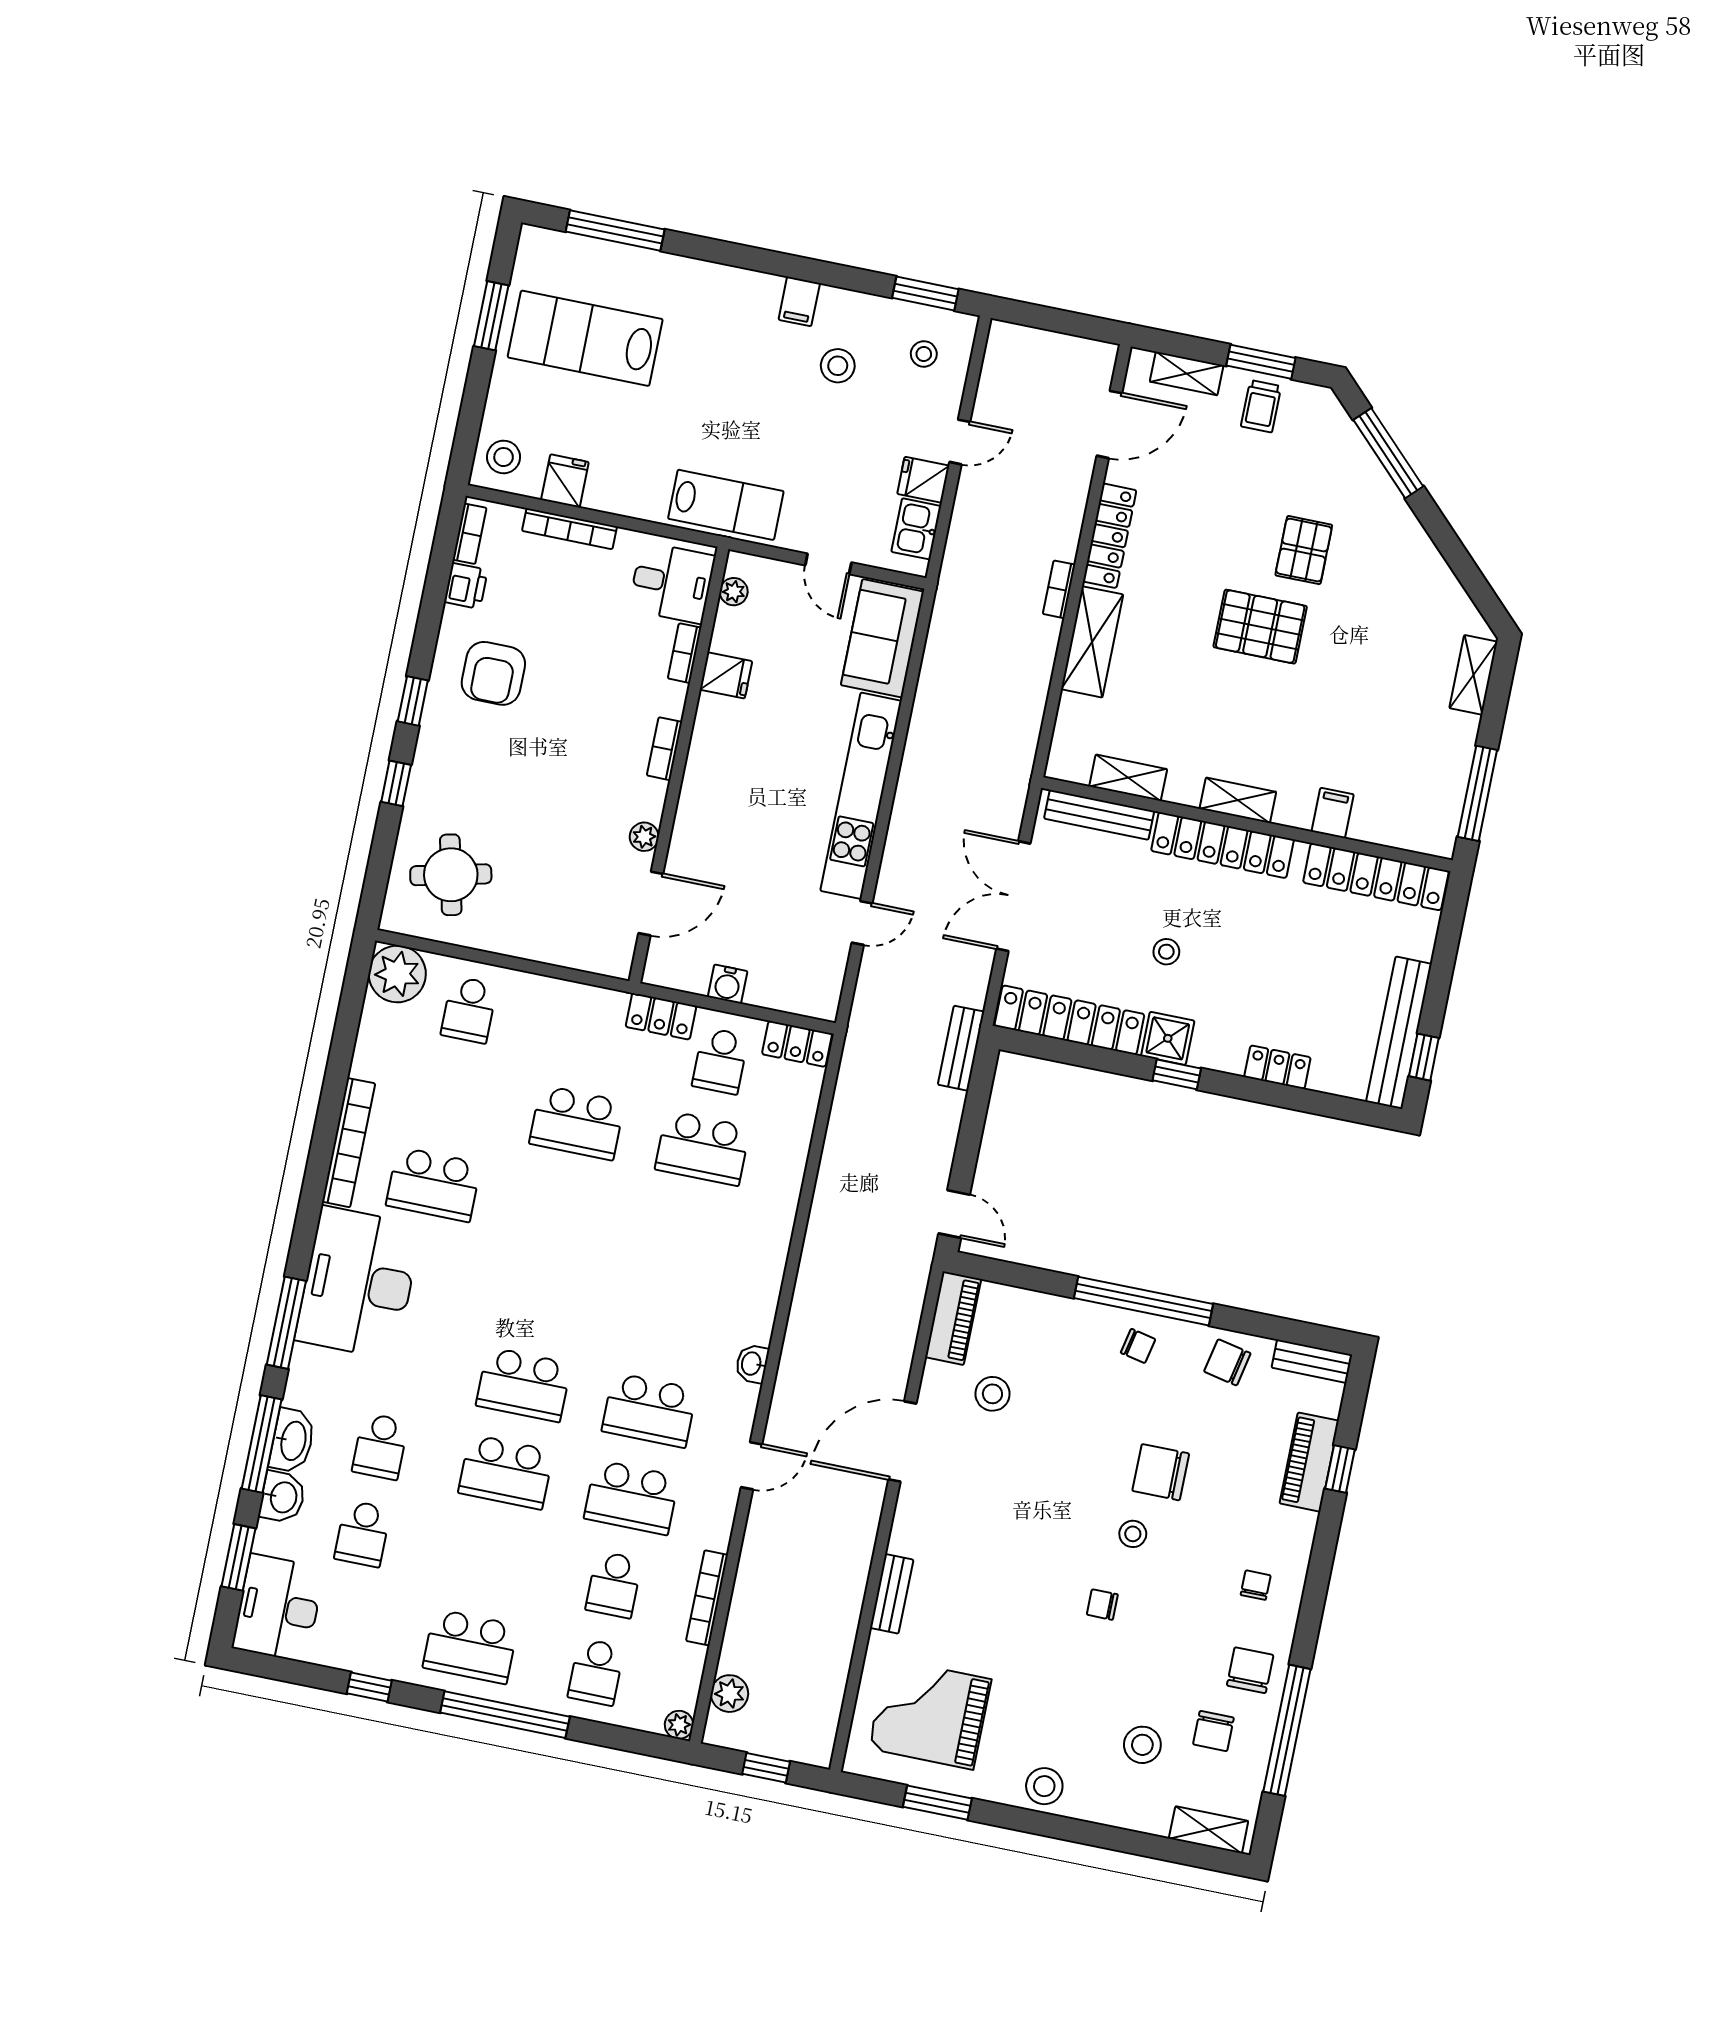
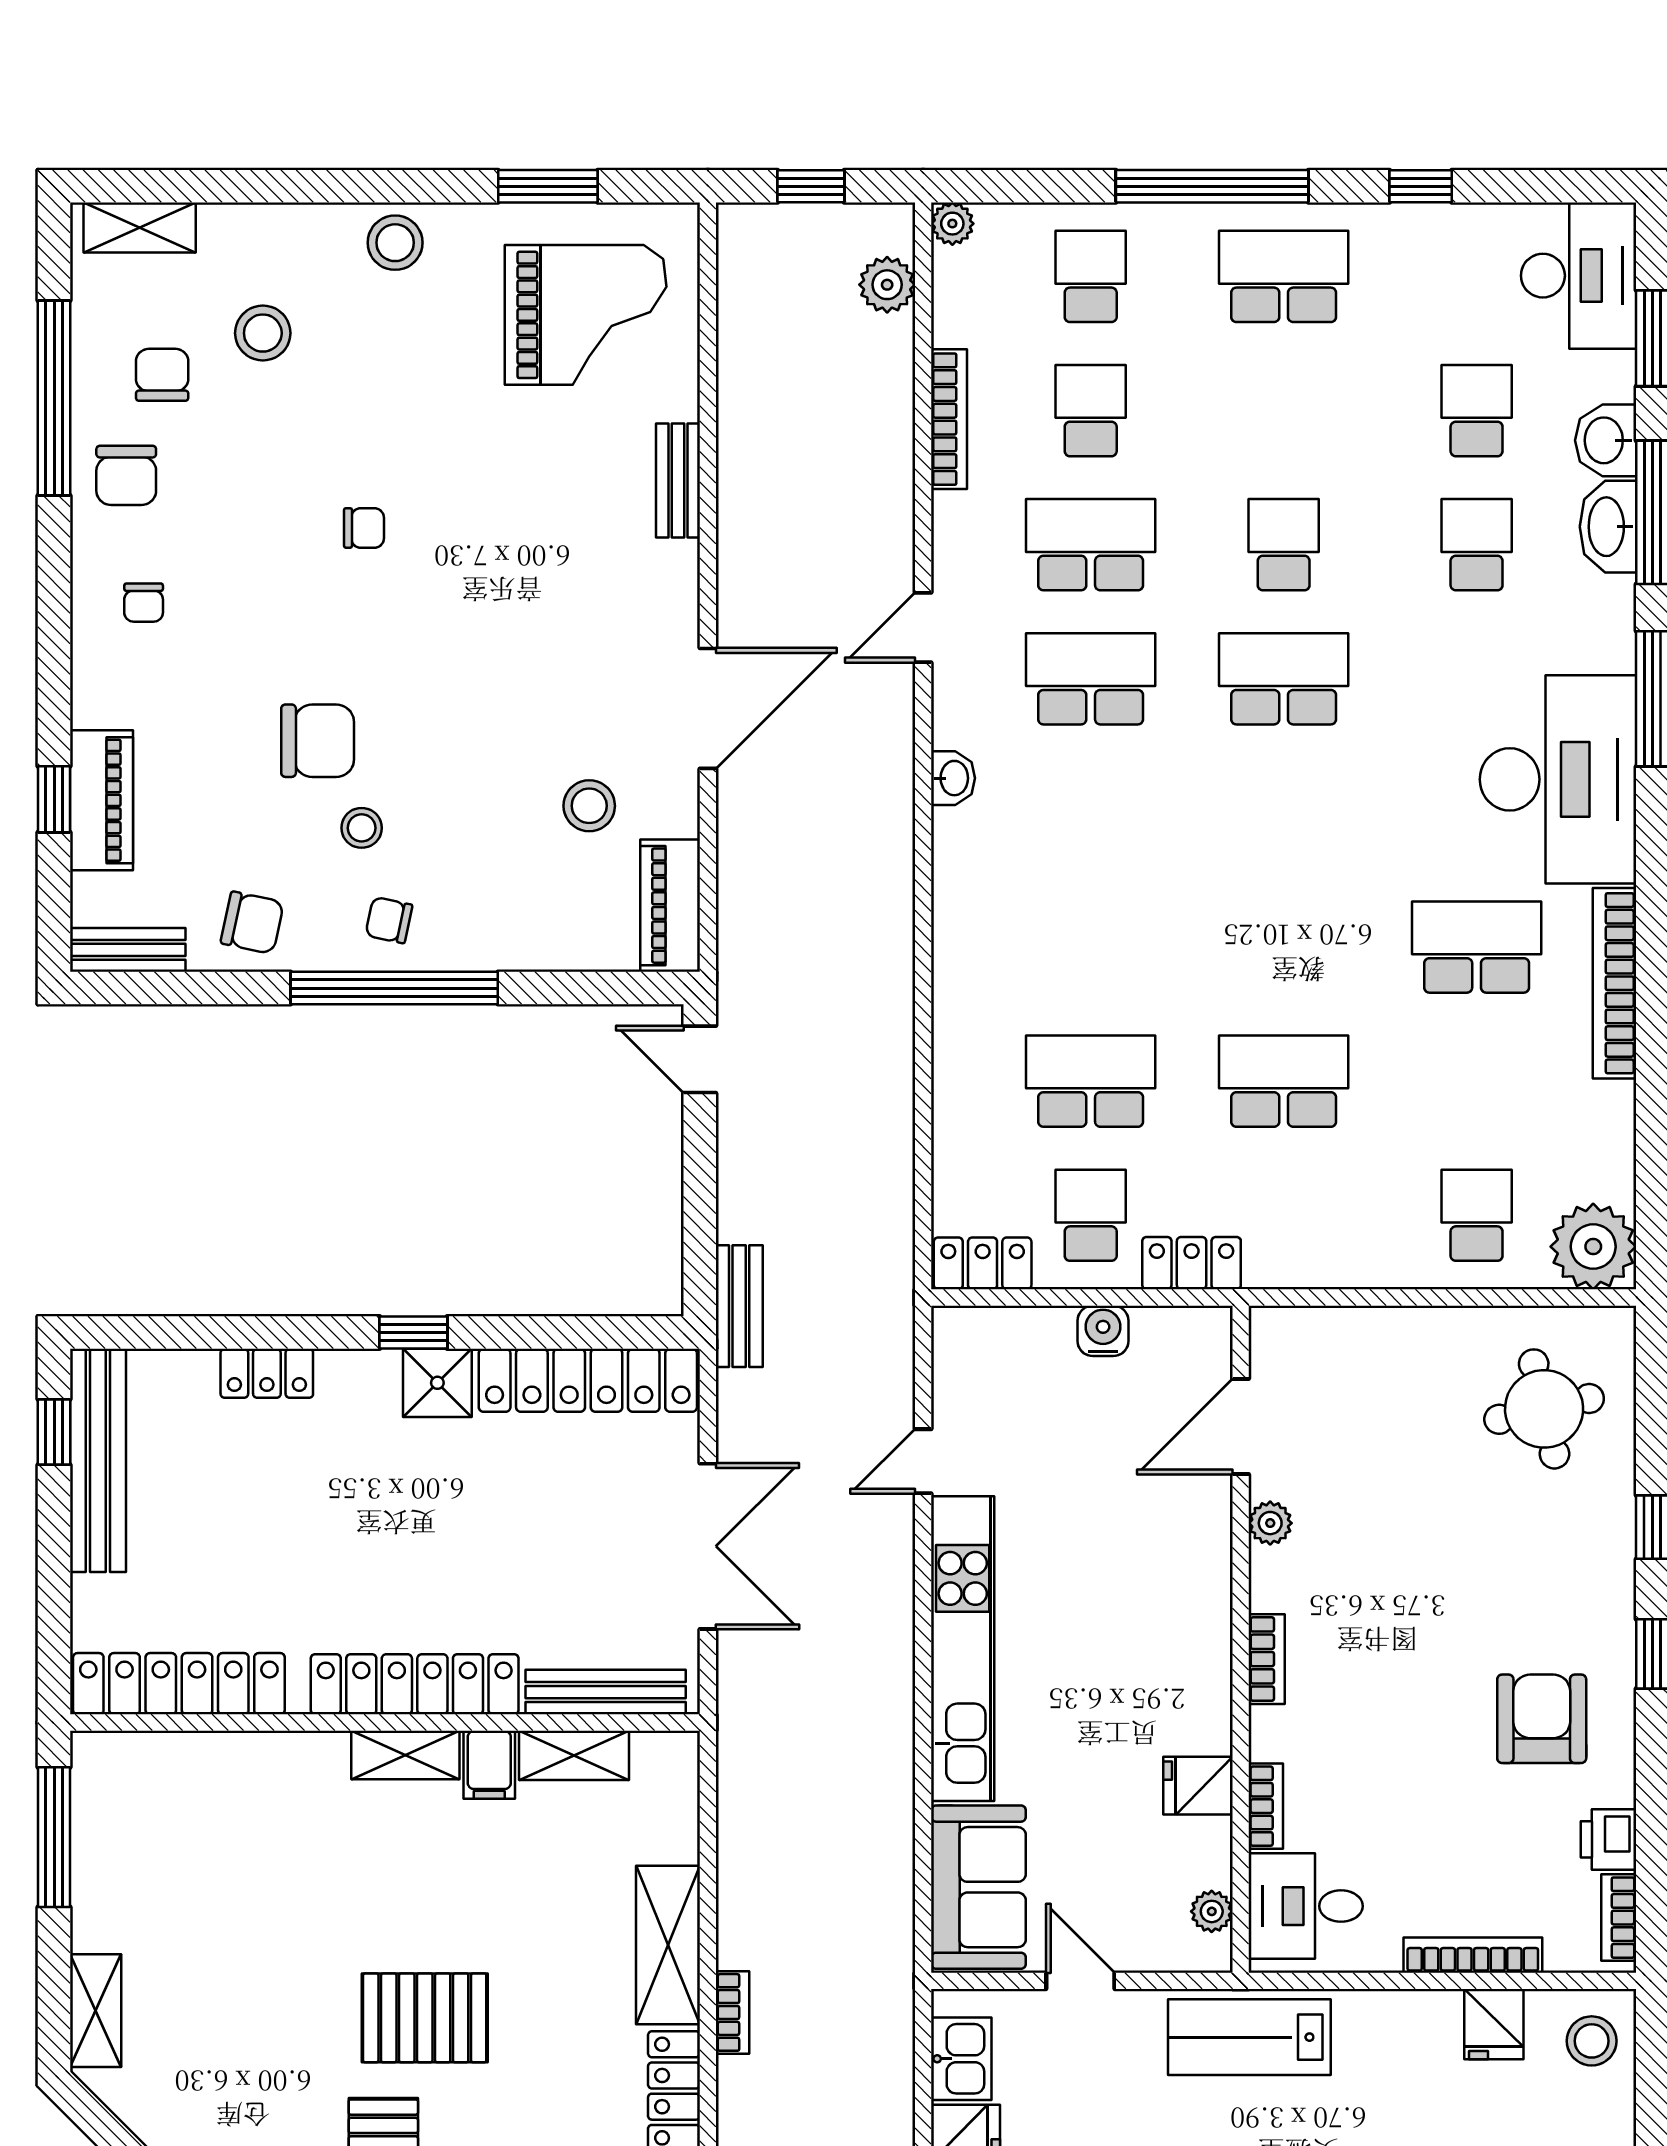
filing cabinet: (1333, 813) -> (489, 1765), moved
stool: (1166, 952) -> (465, 1510), removed
school desk: (506, 1472) -> (1284, 545), width x0.54
stool: (1133, 1534) -> (362, 828), moved

